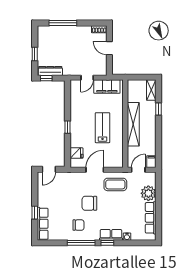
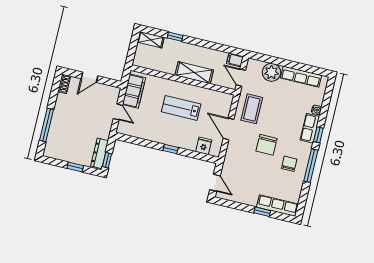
shelving: (133, 124) -> (194, 73), width x0.68

